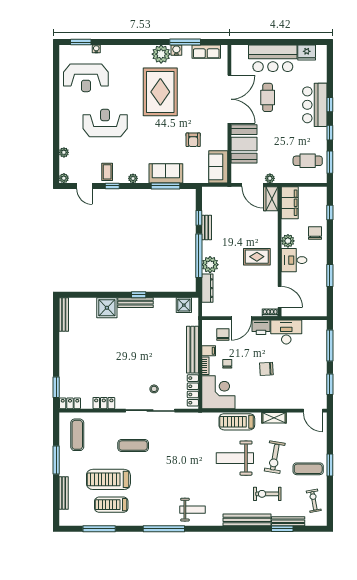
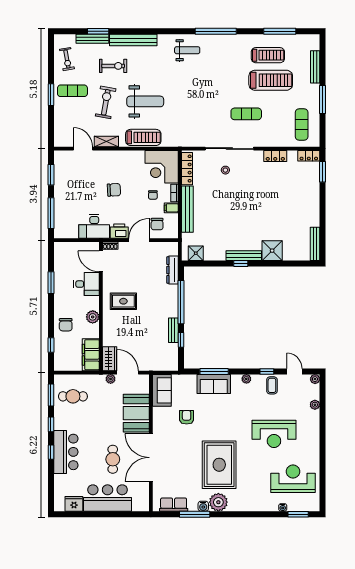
desk: (294, 260) -> (87, 284), moved
plant: (210, 265) -> (170, 293), removed
door: (313, 411) -> (83, 149), moved
weight bench: (193, 510) -> (187, 50), turned 180

